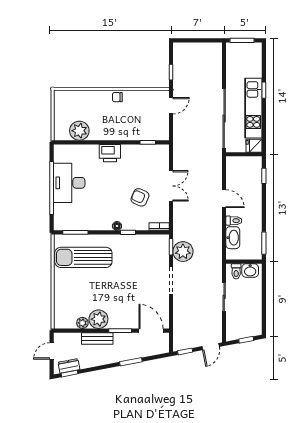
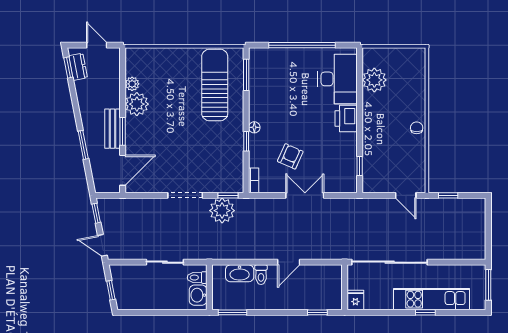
kitchen unit: (253, 108) -> (432, 299), moved
desk: (69, 183) -> (338, 79), moved, turned 90
double door: (171, 186) -> (305, 195), swing flipped
bench: (97, 338) -> (113, 129), moved

